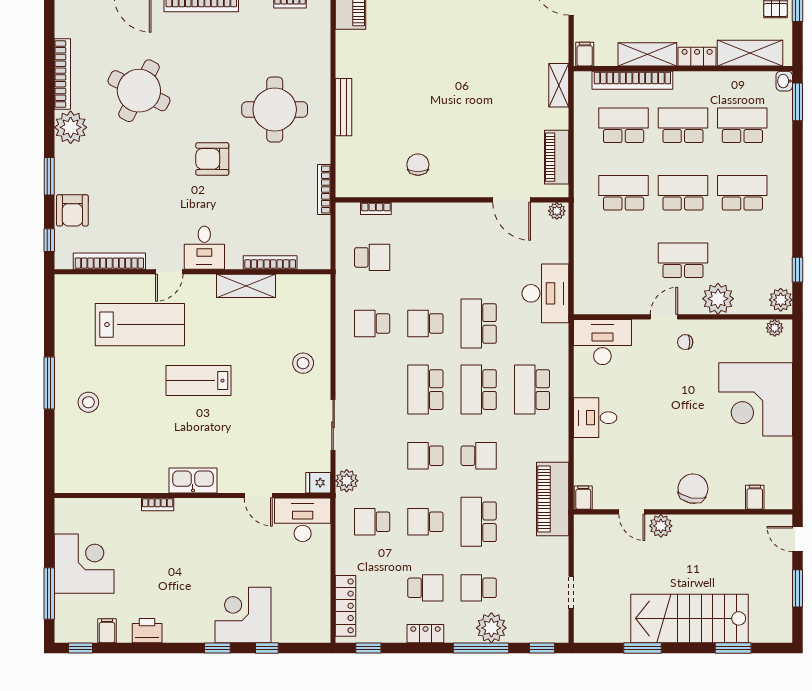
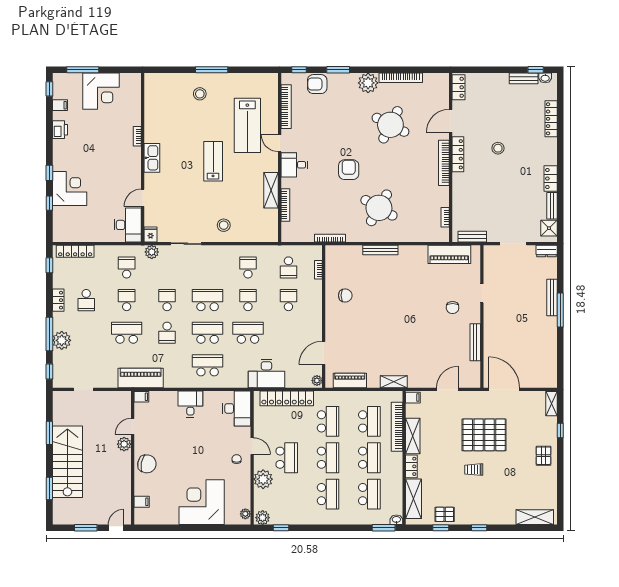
round table: (275, 110) -> (379, 208), turned 30
locker: (586, 260) -> (287, 398), added
school desk: (479, 588) -> (288, 300), moved

